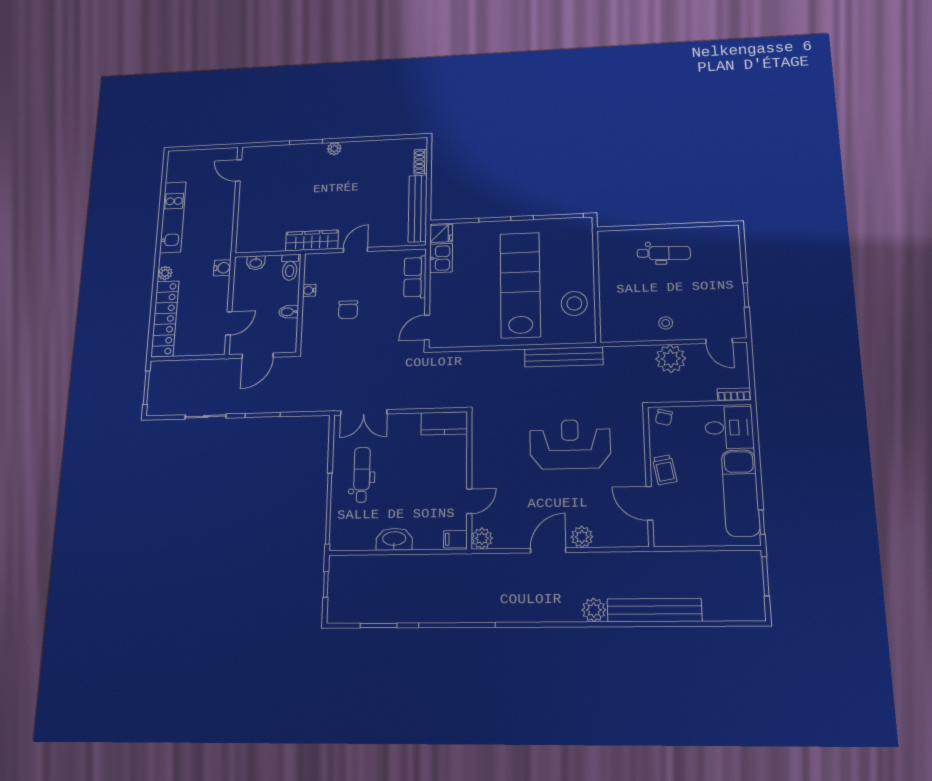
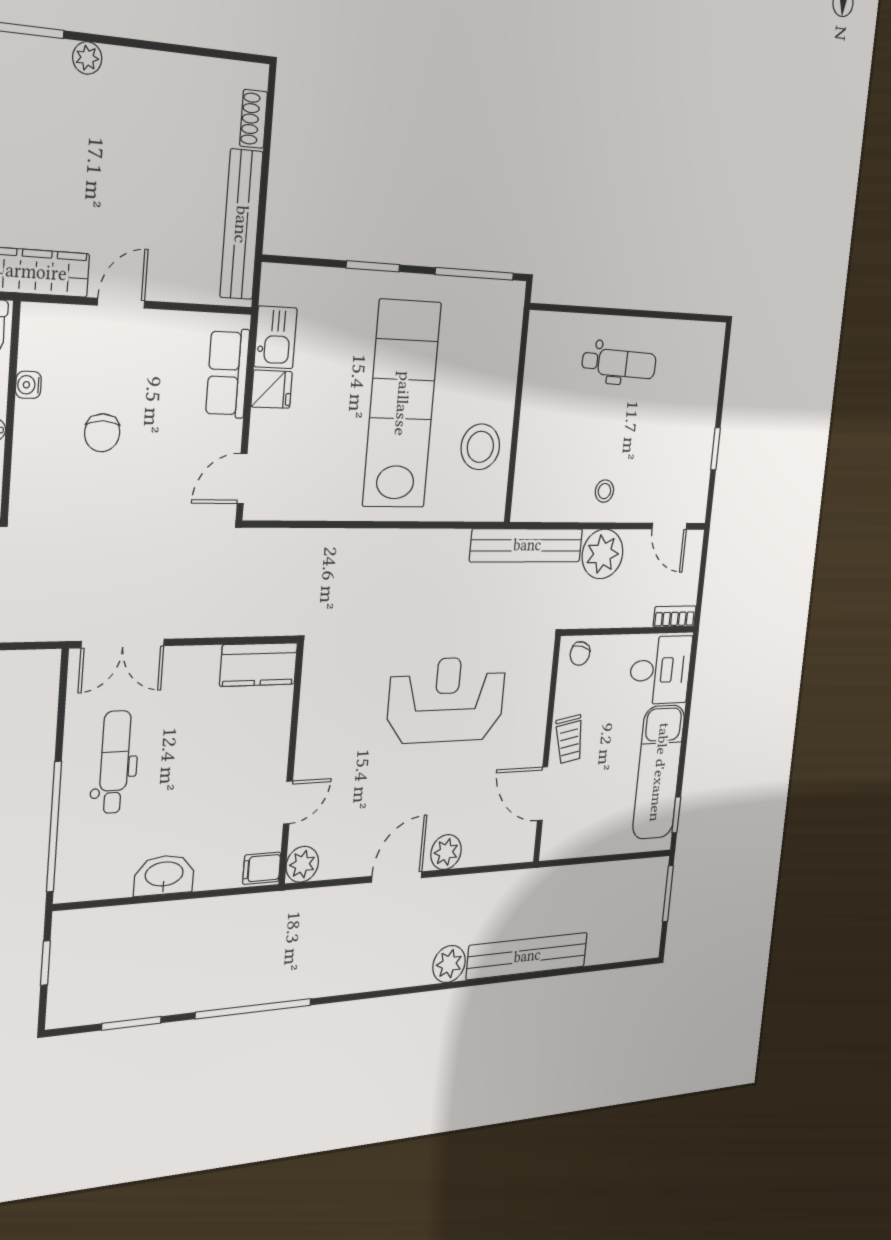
fridge: (441, 234) -> (272, 389), moved
bench: (564, 357) -> (527, 545), moved

